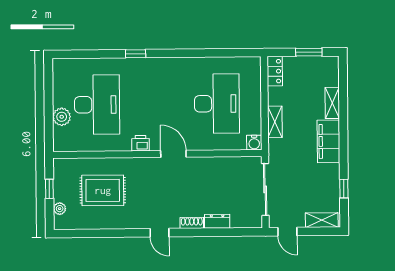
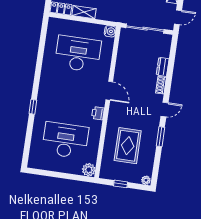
plant: (62, 117) -> (89, 170), moved
shelving: (275, 122) -> (84, 12), moved
door: (173, 154) -> (109, 91), swing flipped
plant: (60, 209) -> (146, 180), moved
window: (122, 233) -> (161, 137), added

